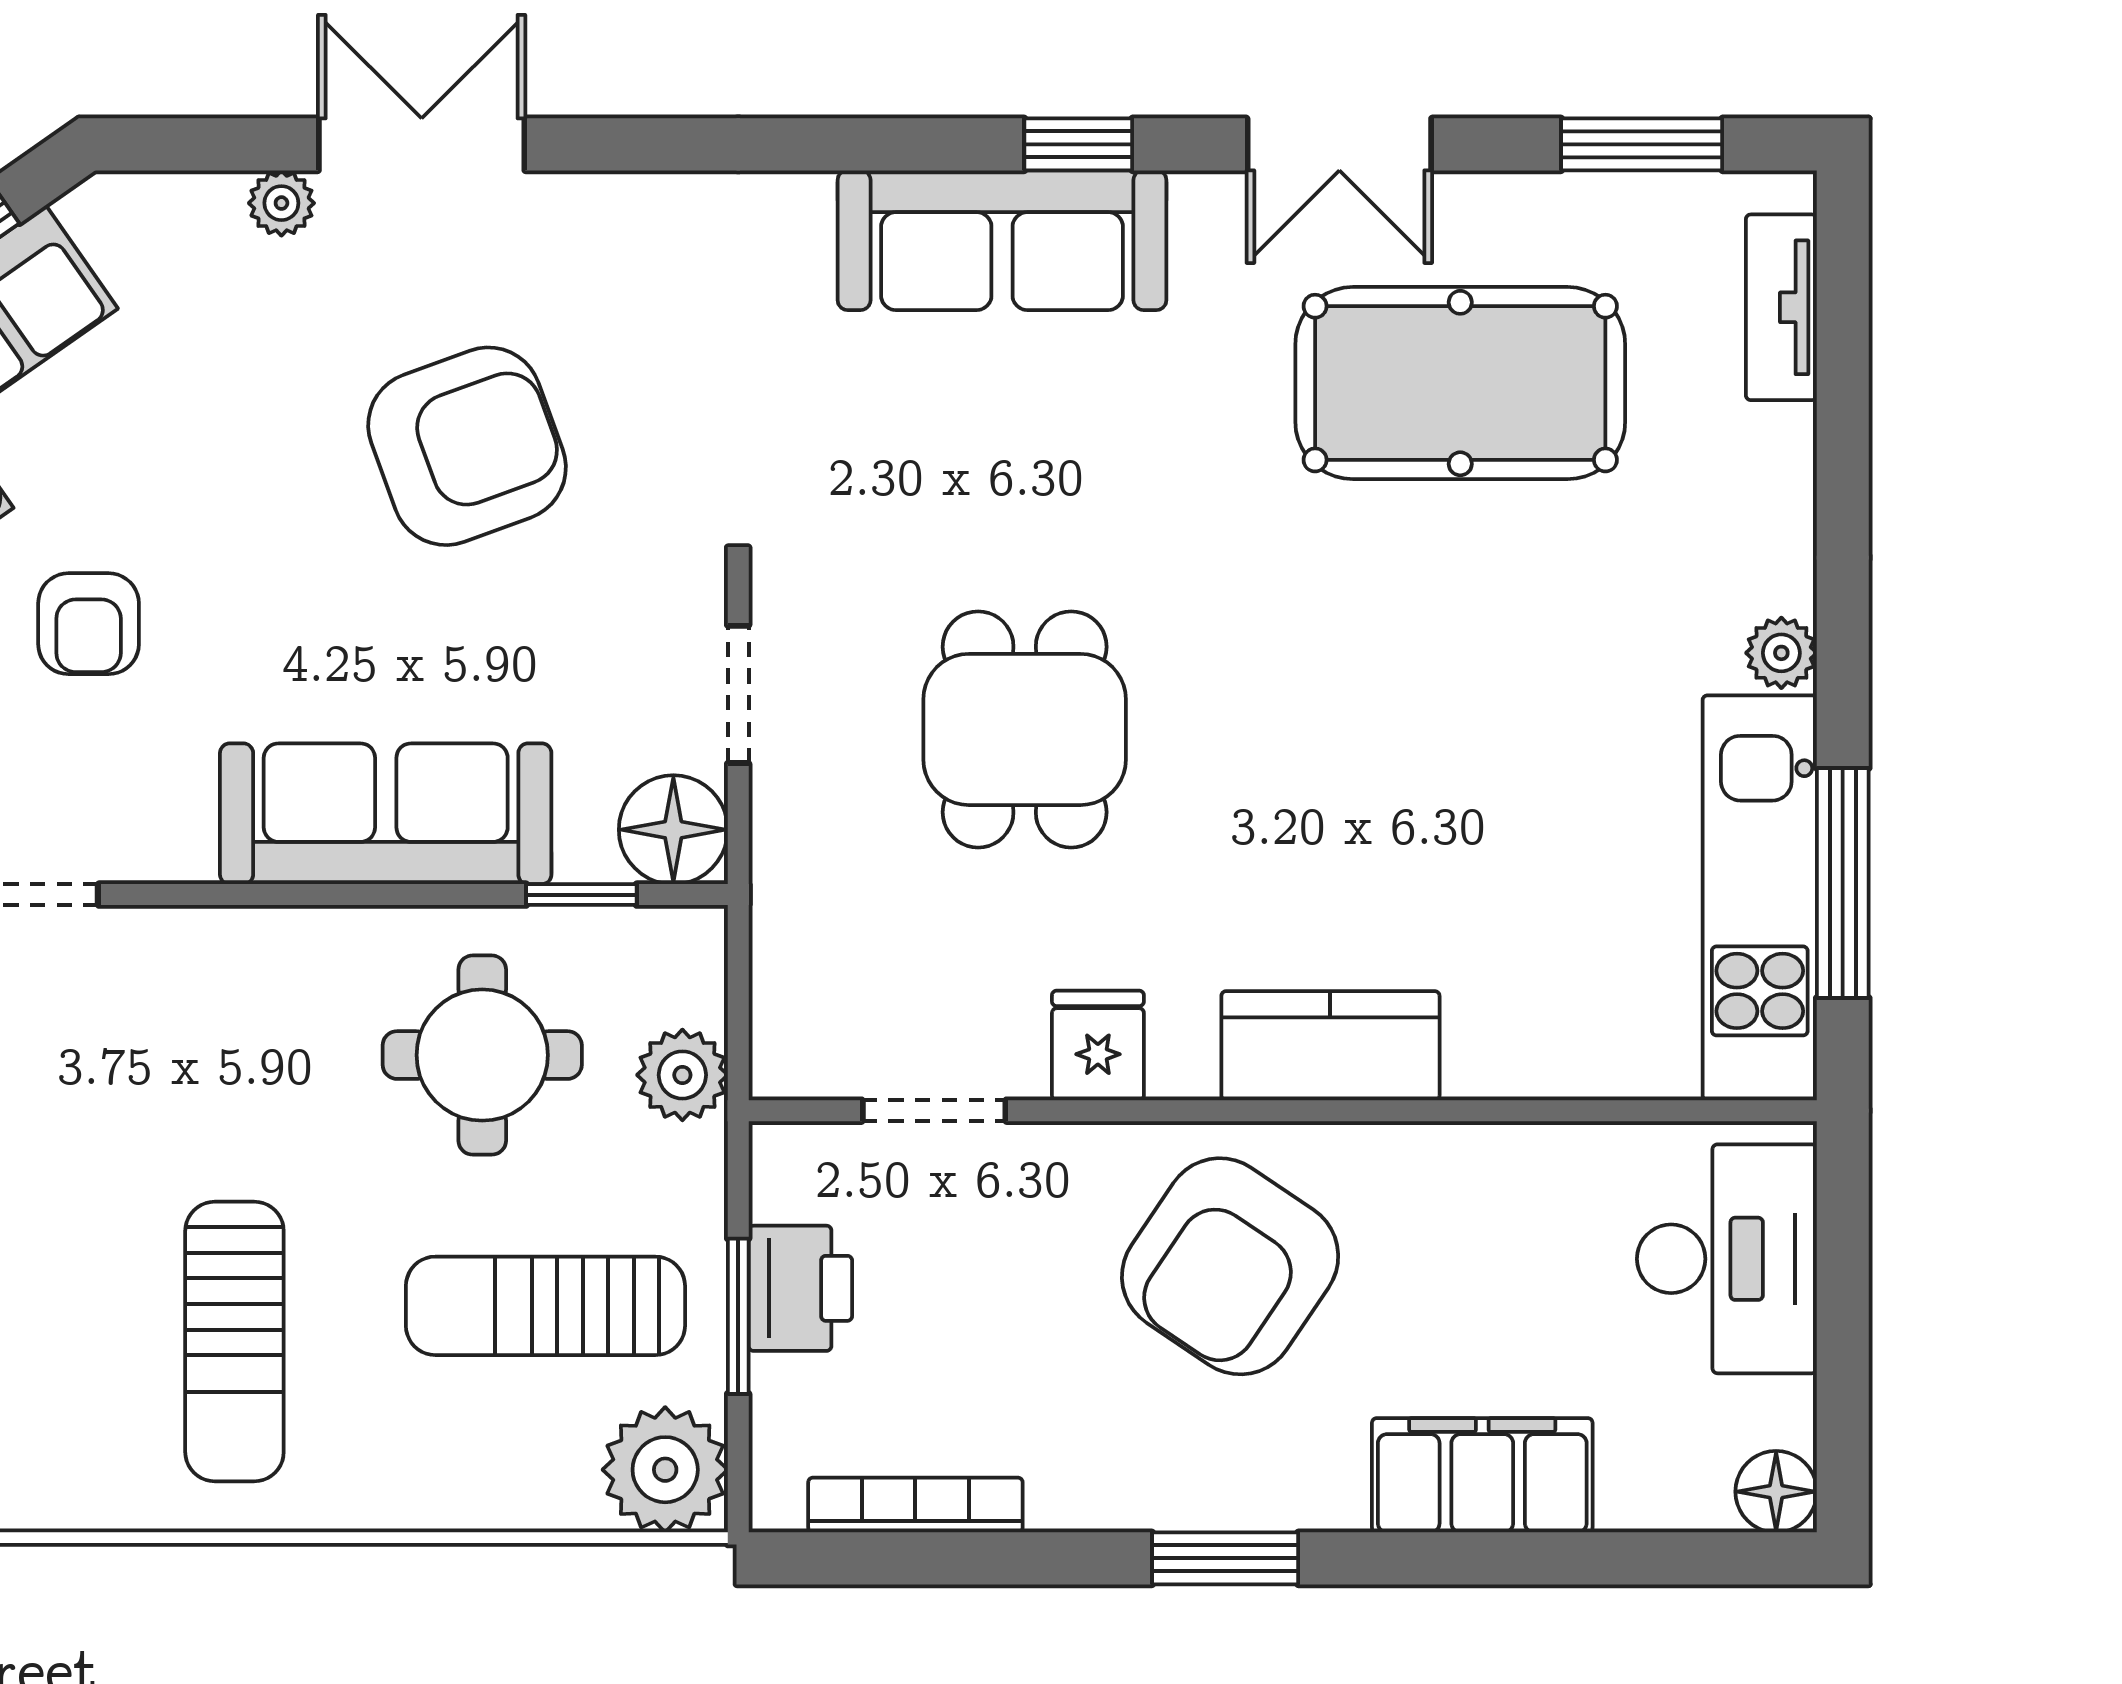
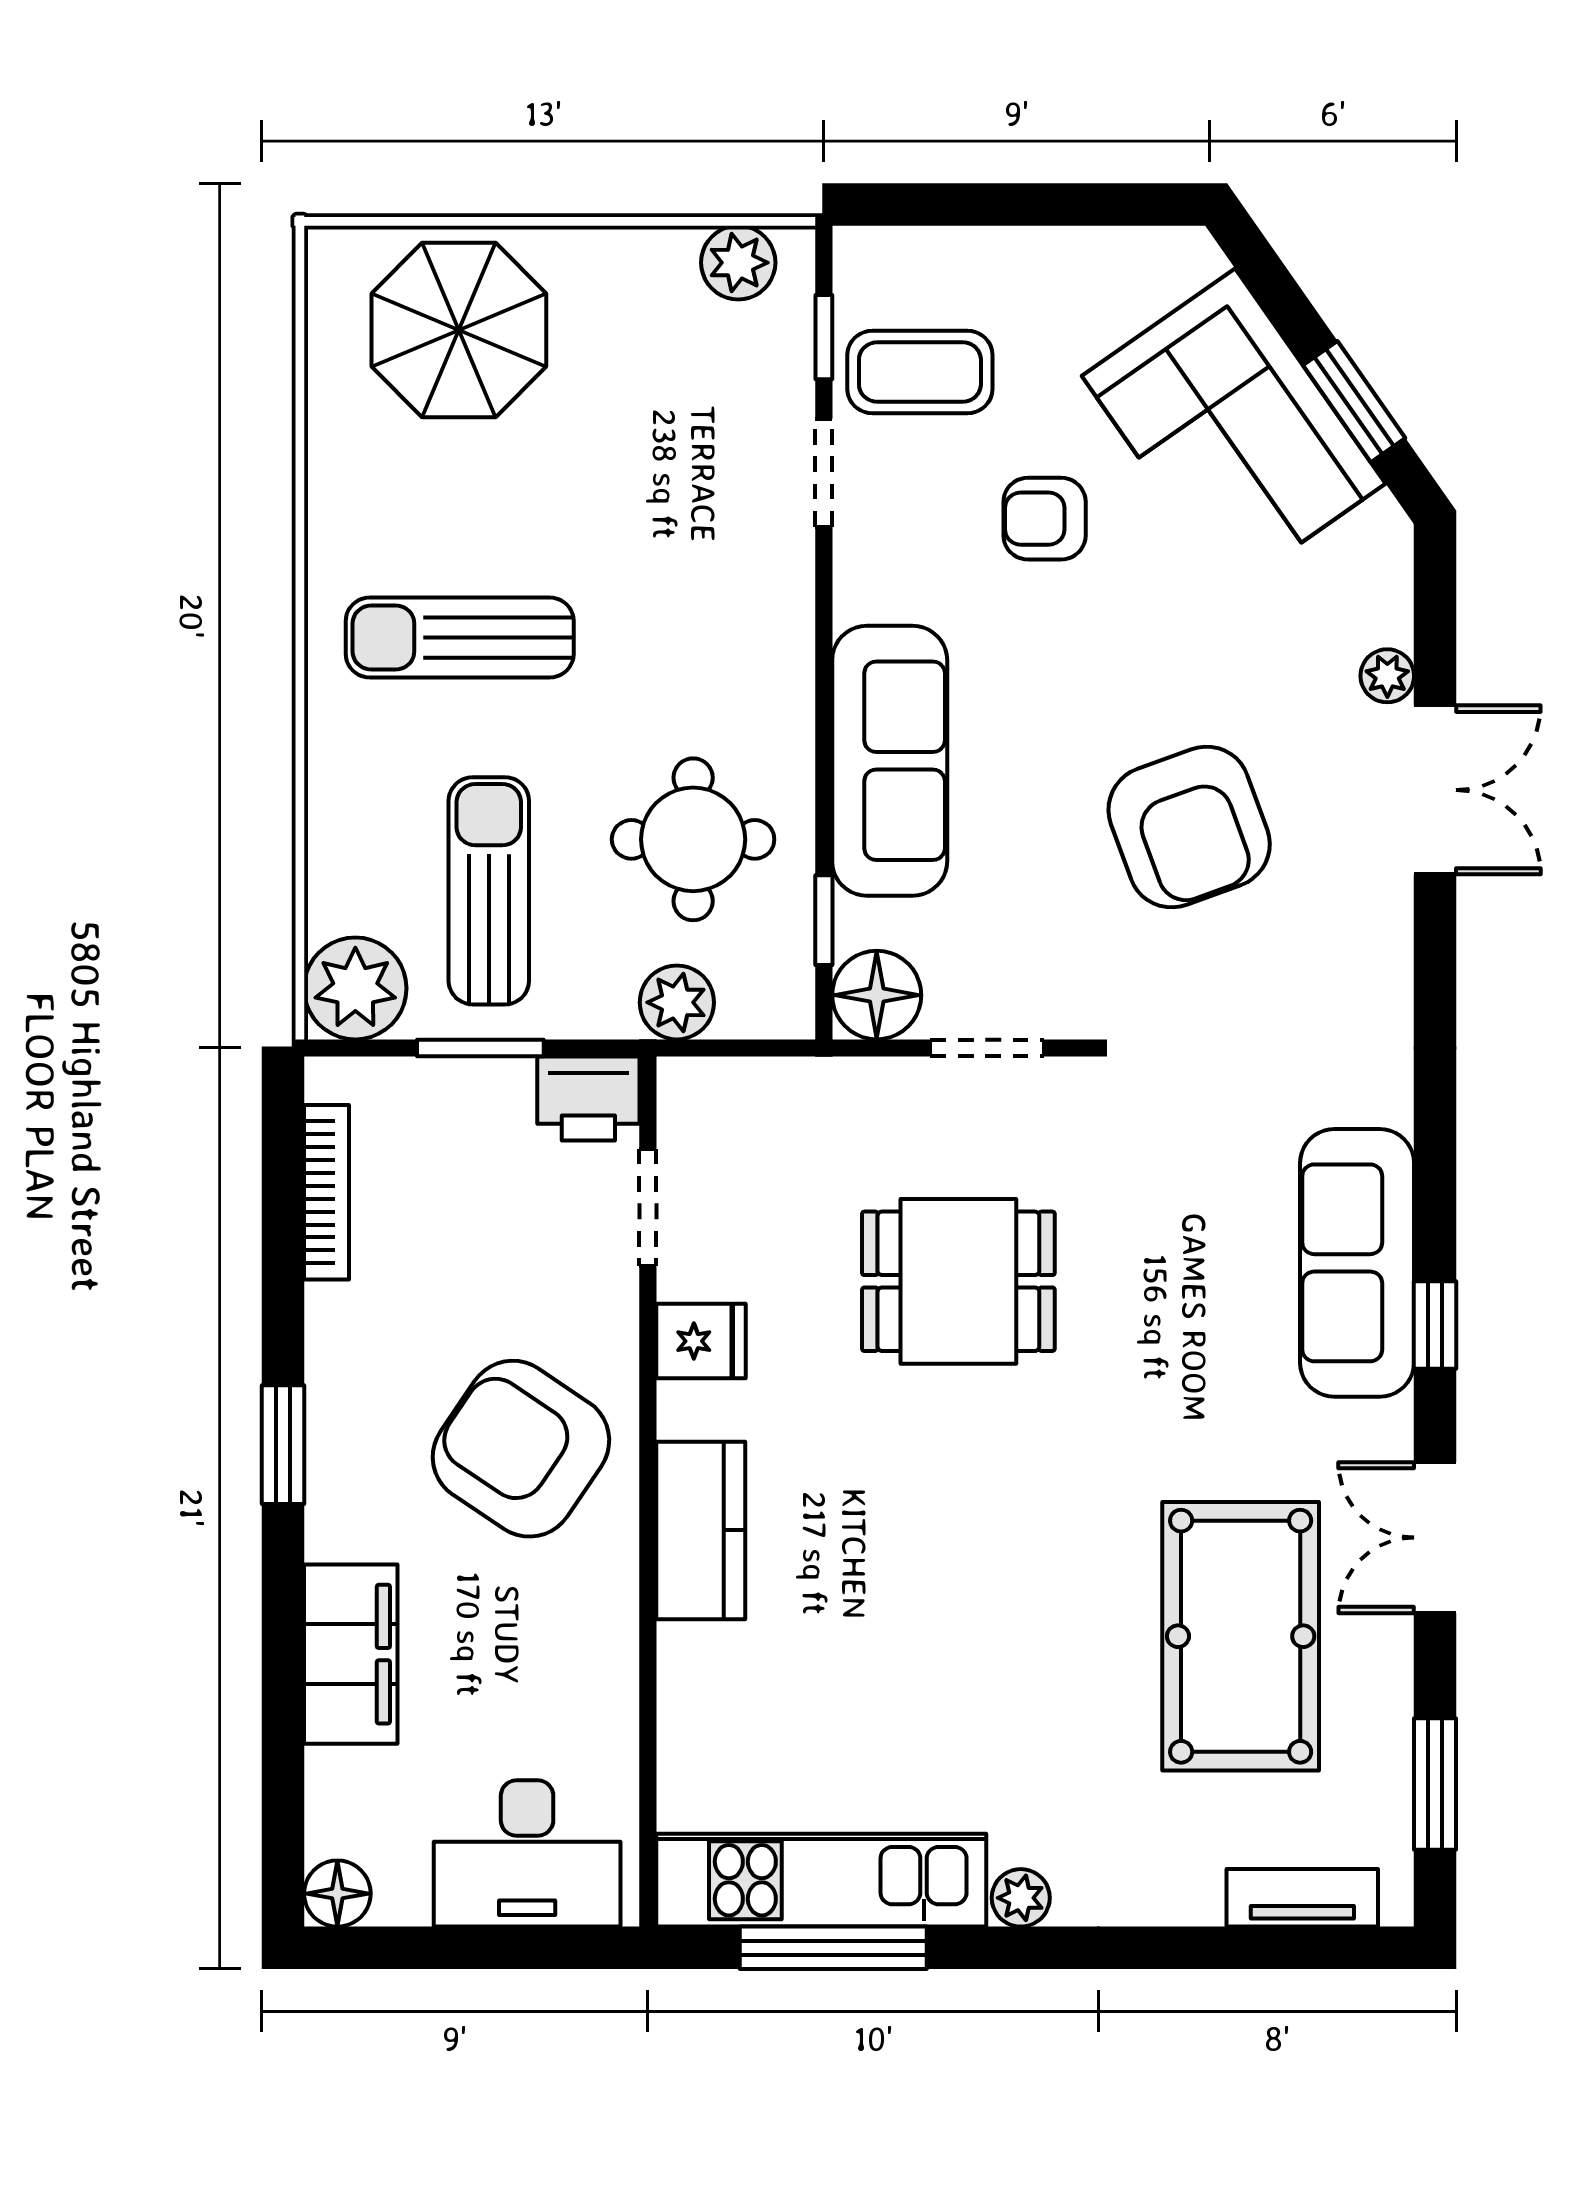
printer: (800, 1288) -> (588, 1099), moved

